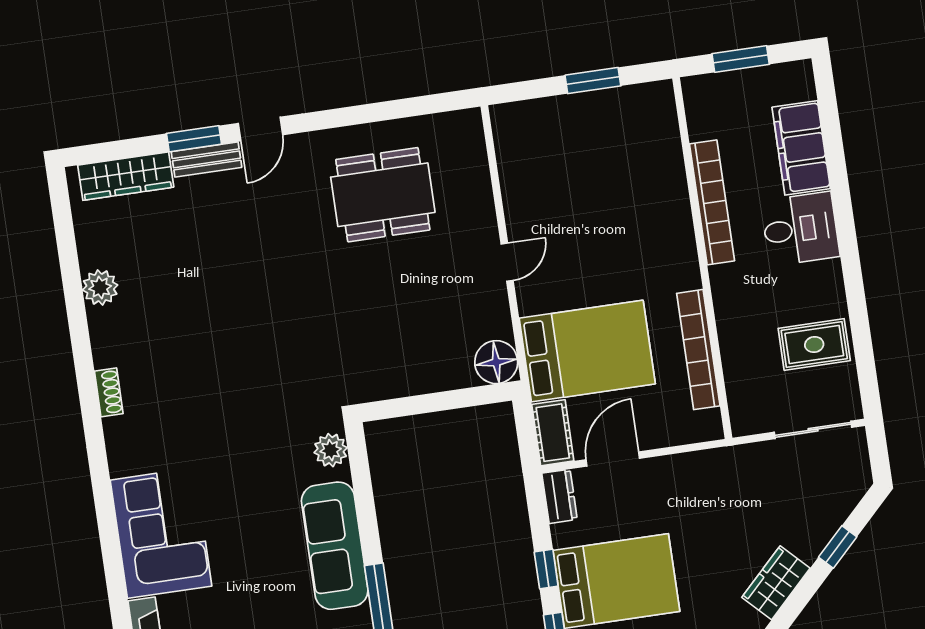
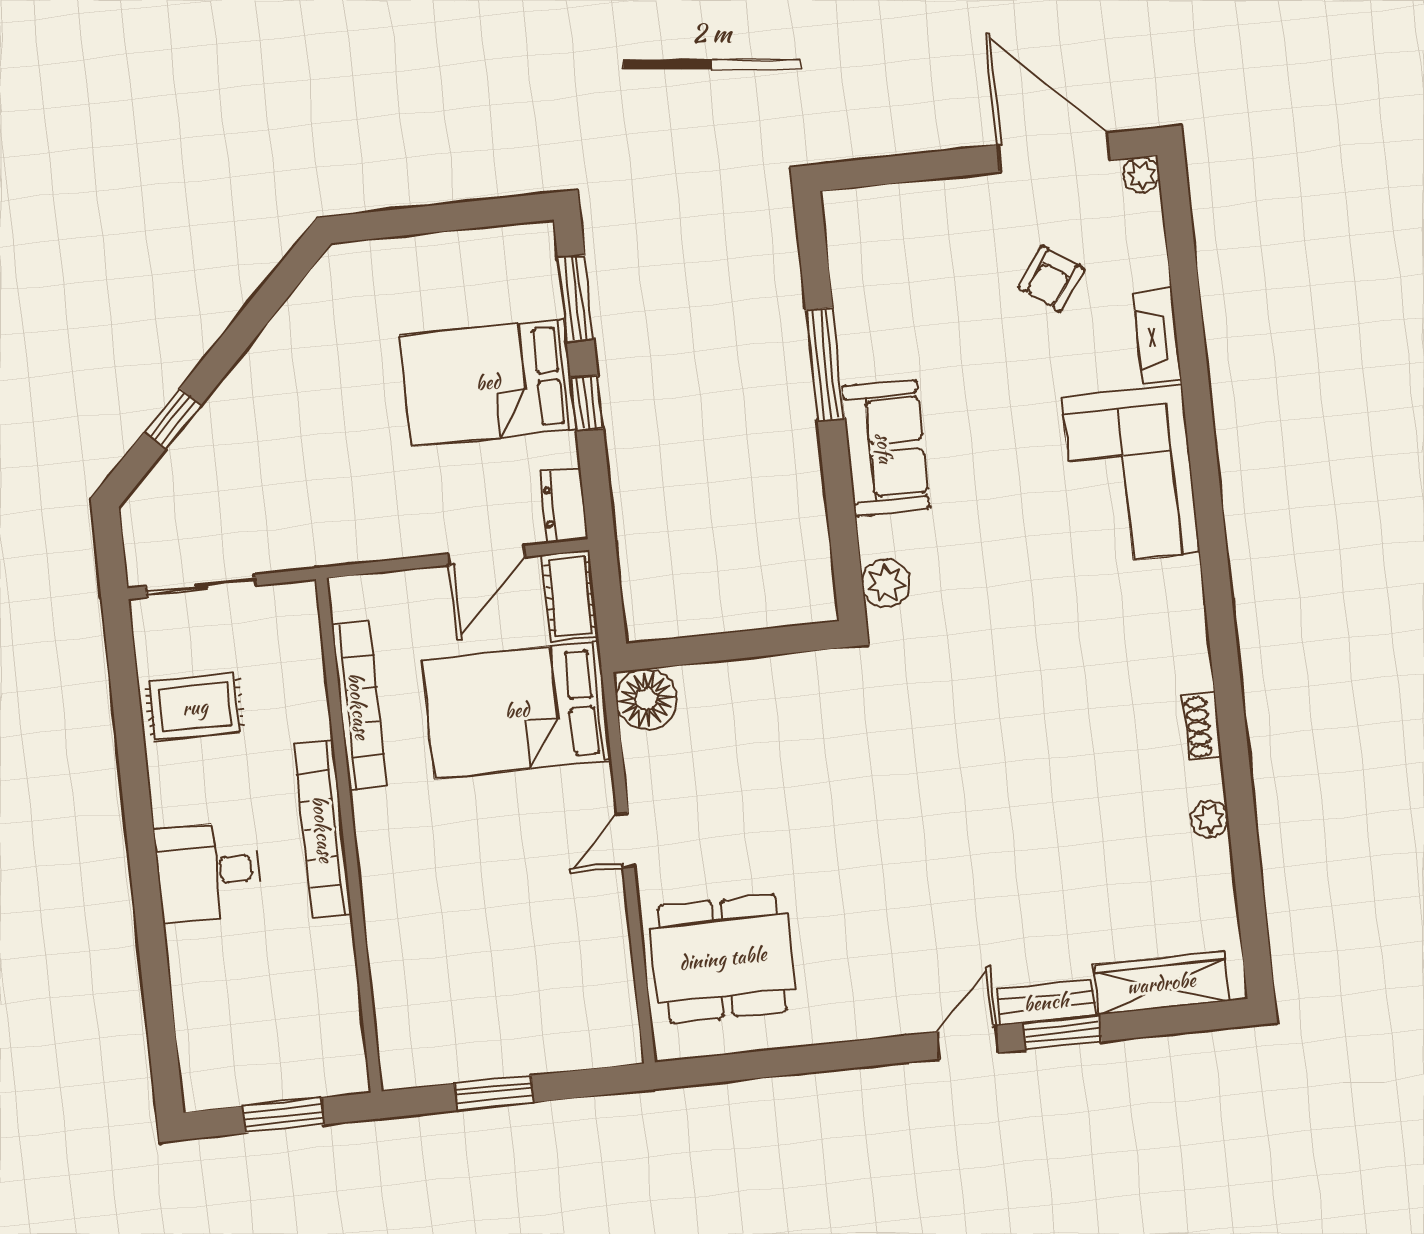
filing cabinet: (801, 148) -> (203, 986), removed
dining table: (383, 195) -> (723, 958), moved
bookcase: (712, 202) -> (323, 829), moved
plant: (100, 288) -> (1210, 819), width x0.73, depth x0.73
shoe rack: (109, 392) -> (1203, 727), moved
sofa: (335, 546) -> (885, 448), width x0.73
wardrobe: (776, 583) -> (262, 371), removed

